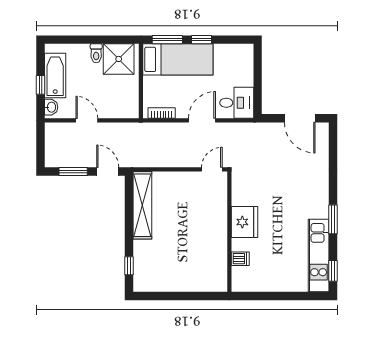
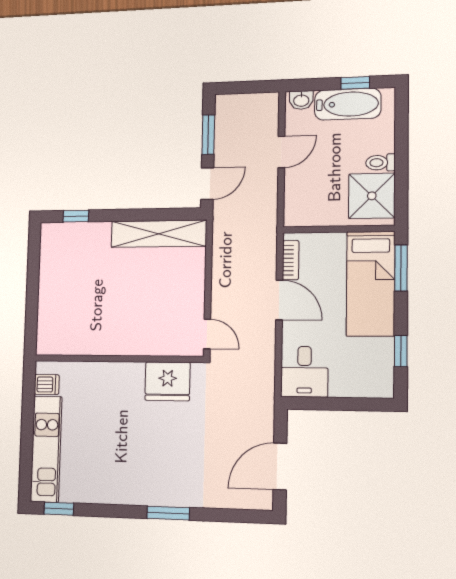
window: (201, 40) -> (401, 351), moved
window: (41, 85) -> (355, 83), moved
door: (202, 120) -> (279, 300), moved
window: (333, 219) -> (168, 513), moved
fridge: (244, 222) -> (168, 381), moved
kitchen unit: (319, 255) -> (46, 449), moved, turned 90
dishwasher: (240, 259) -> (47, 384), moved, turned -90

